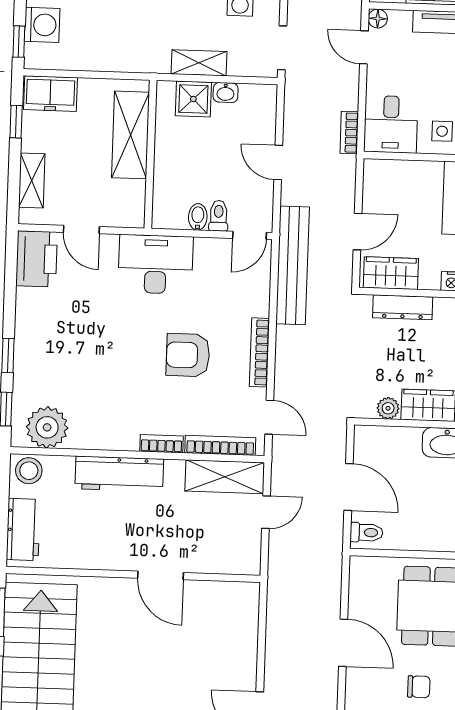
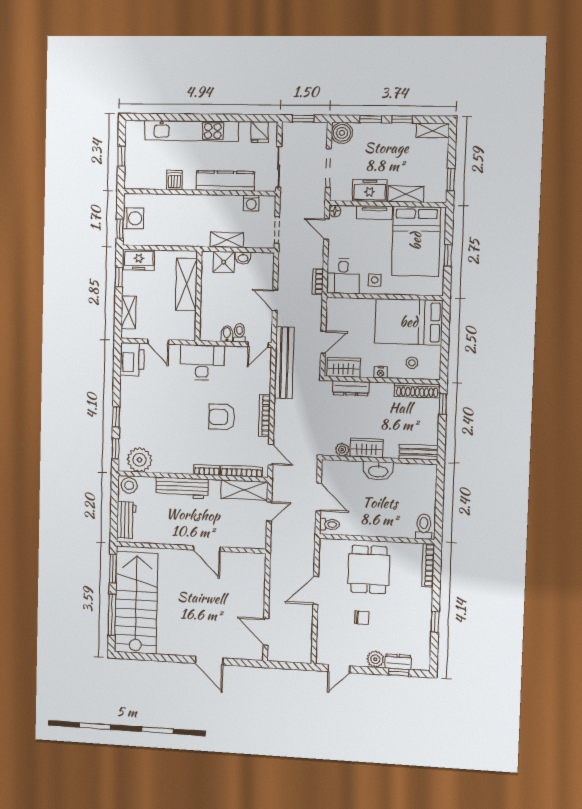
door: (343, 643) -> (316, 590), swing flipped

